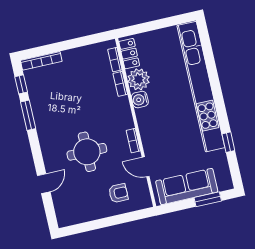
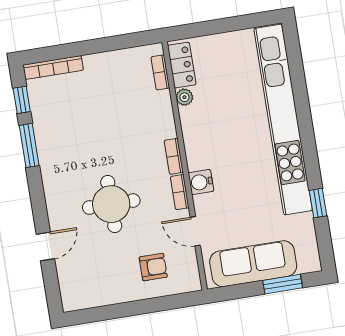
plant: (139, 79) -> (184, 97), width x0.53, depth x0.53
bookcase: (120, 84) -> (174, 156), moved
water cooler: (140, 100) -> (201, 182), moved

